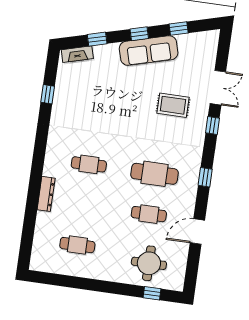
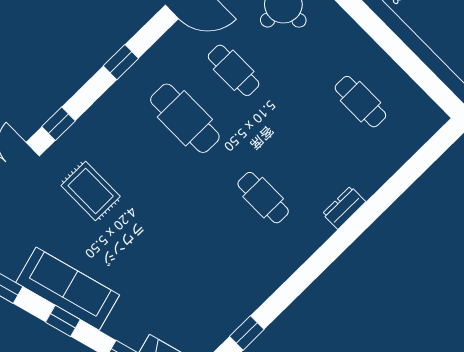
dresser: (46, 194) -> (344, 208), width x0.70

